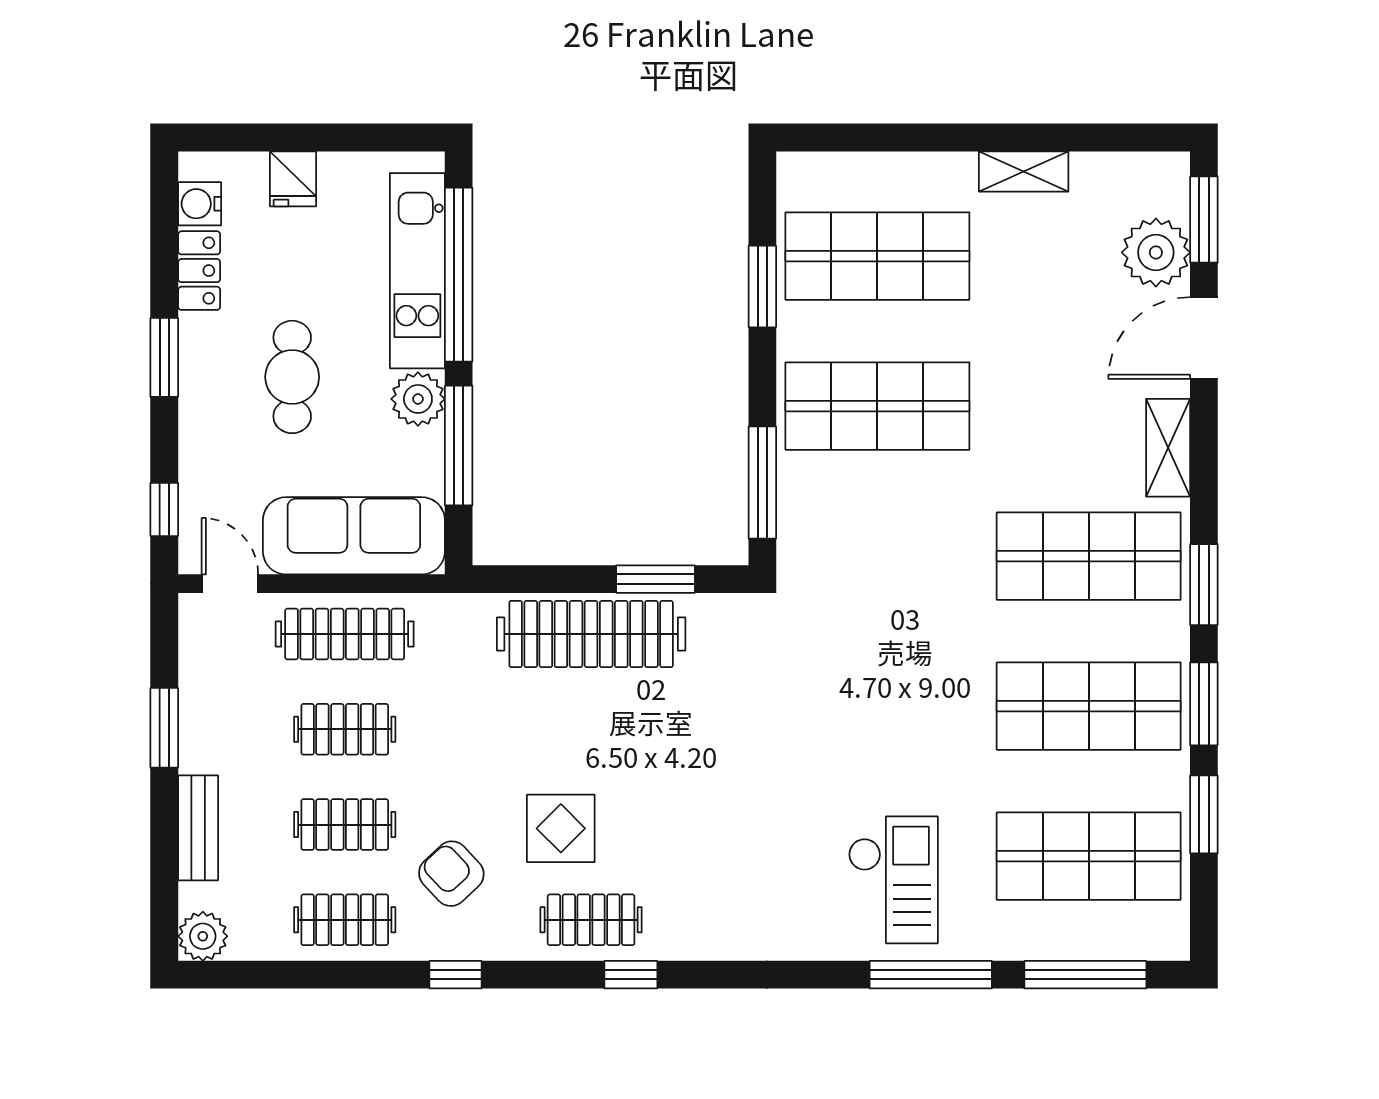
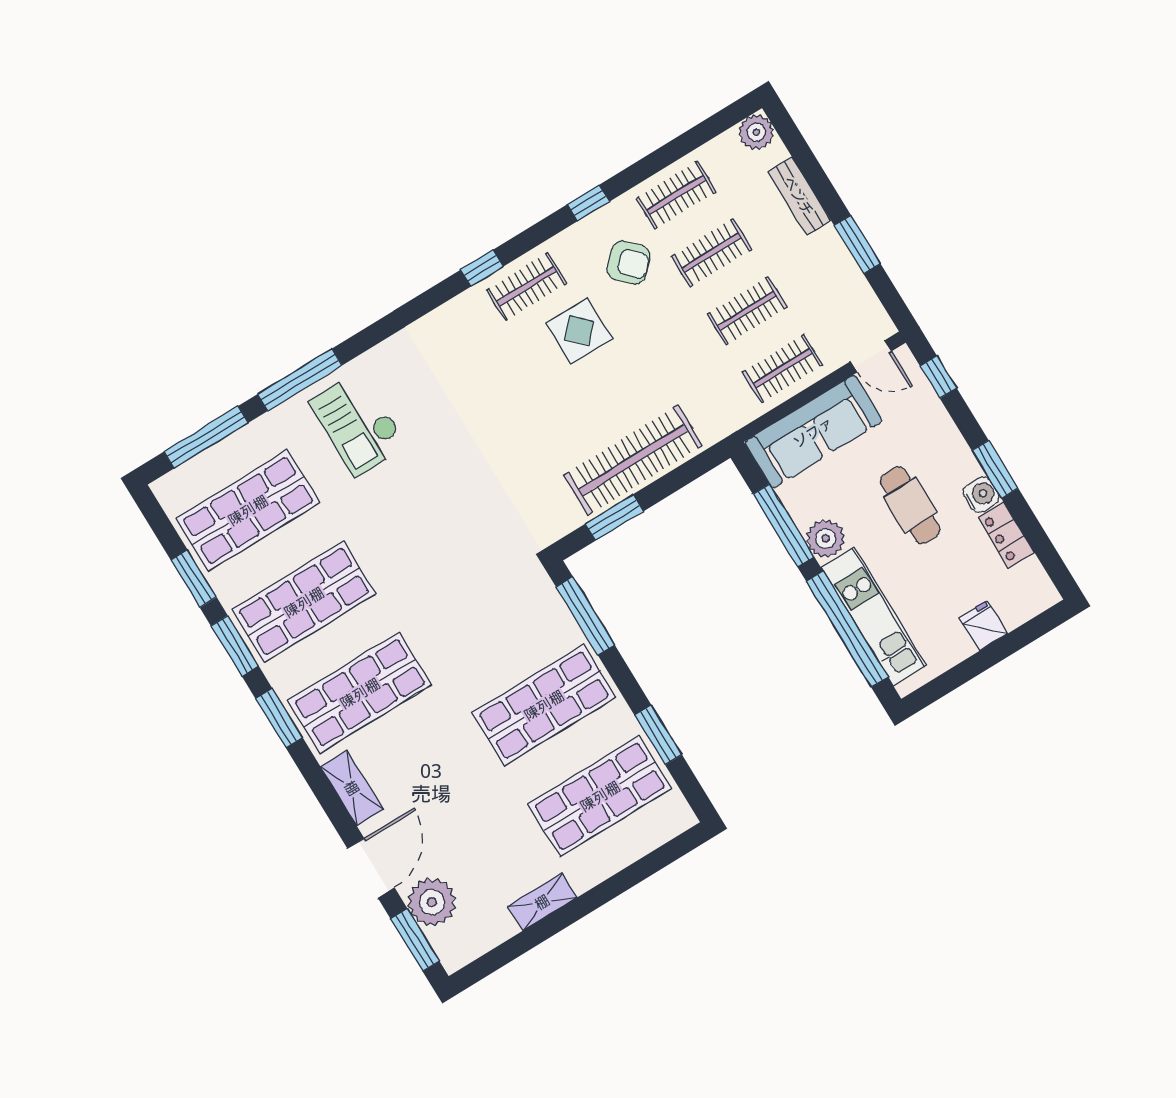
water cooler: (200, 204) -> (981, 495), moved
clothes rail: (345, 634) -> (783, 369), width x0.73

